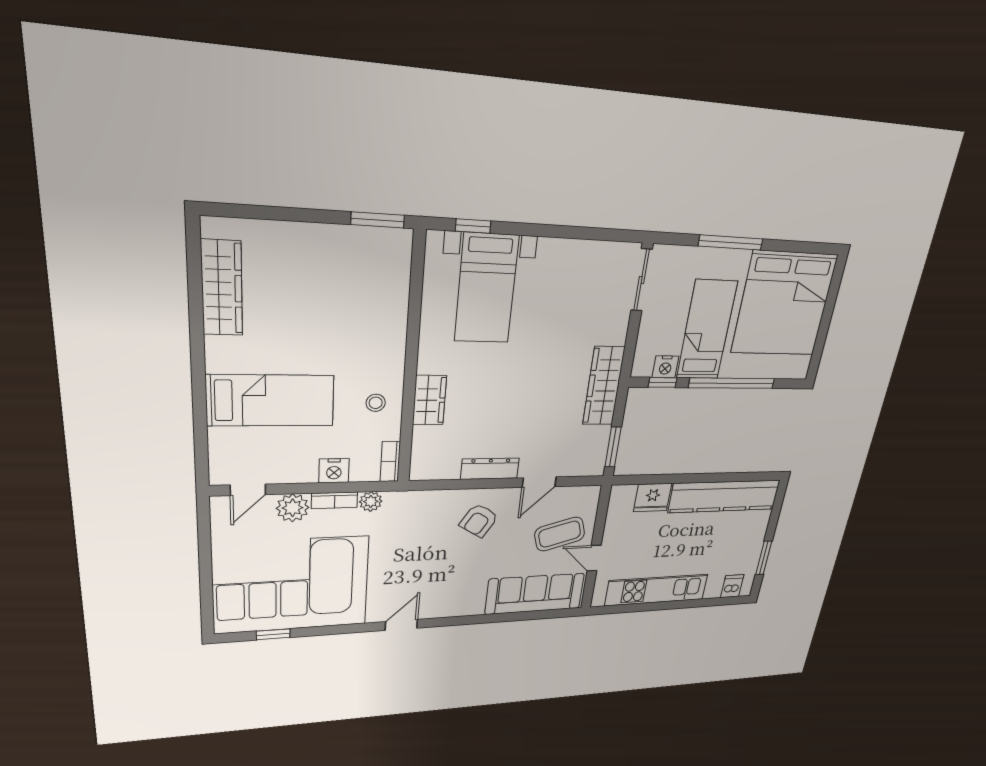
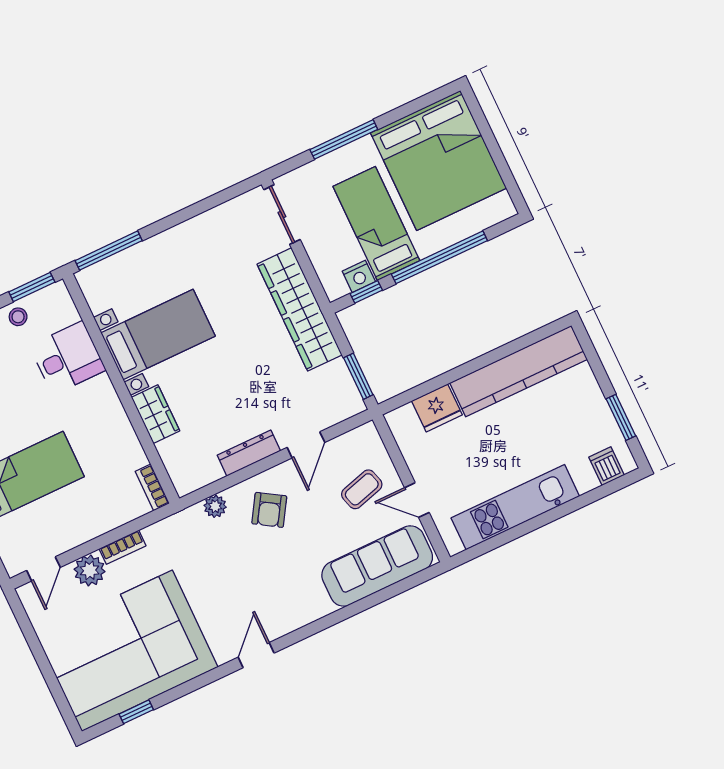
window: (473, 226) -> (109, 251), width x2.17
bed with nightstands: (486, 289) -> (158, 334), moved, turned -90
desk: (376, 309) -> (68, 358), added
wardrobe: (604, 386) -> (300, 309), width x1.40, depth x1.17
stool: (376, 403) -> (18, 317), moved
nightstand: (334, 471) -> (107, 519), removed
plant: (371, 501) -> (215, 506), moved
coffee table: (560, 534) -> (362, 489), width x0.73, depth x0.77

